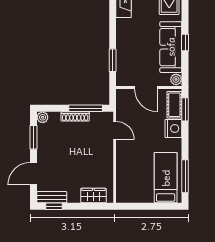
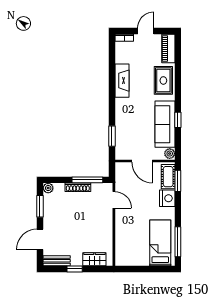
window: (54, 206) -> (75, 269), moved

